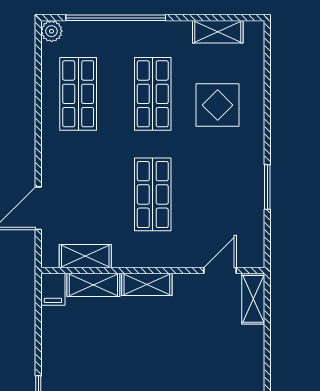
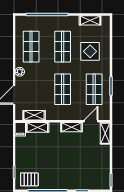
plant: (52, 31) -> (20, 72), moved
shop shelf: (227, 194) -> (94, 89), added
shelving: (147, 284) -> (71, 127), moved

